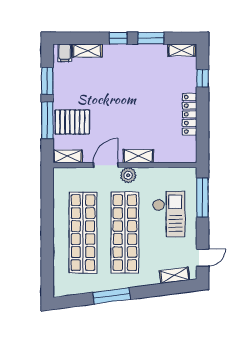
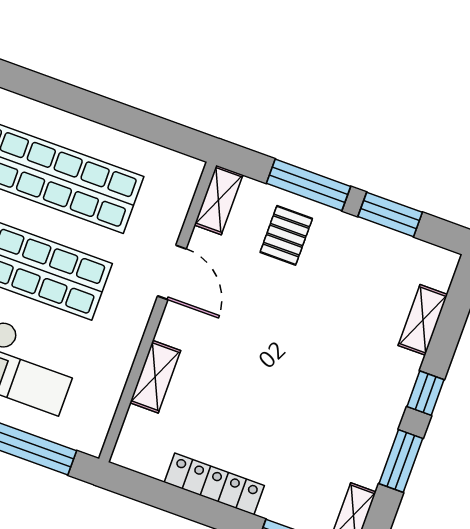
filing cabinet: (65, 53) -> (435, 272), removed
pallet: (72, 122) -> (286, 235), width x0.67, depth x0.71
shelving: (138, 156) -> (155, 377), moved
plant: (128, 175) -> (134, 311), removed

